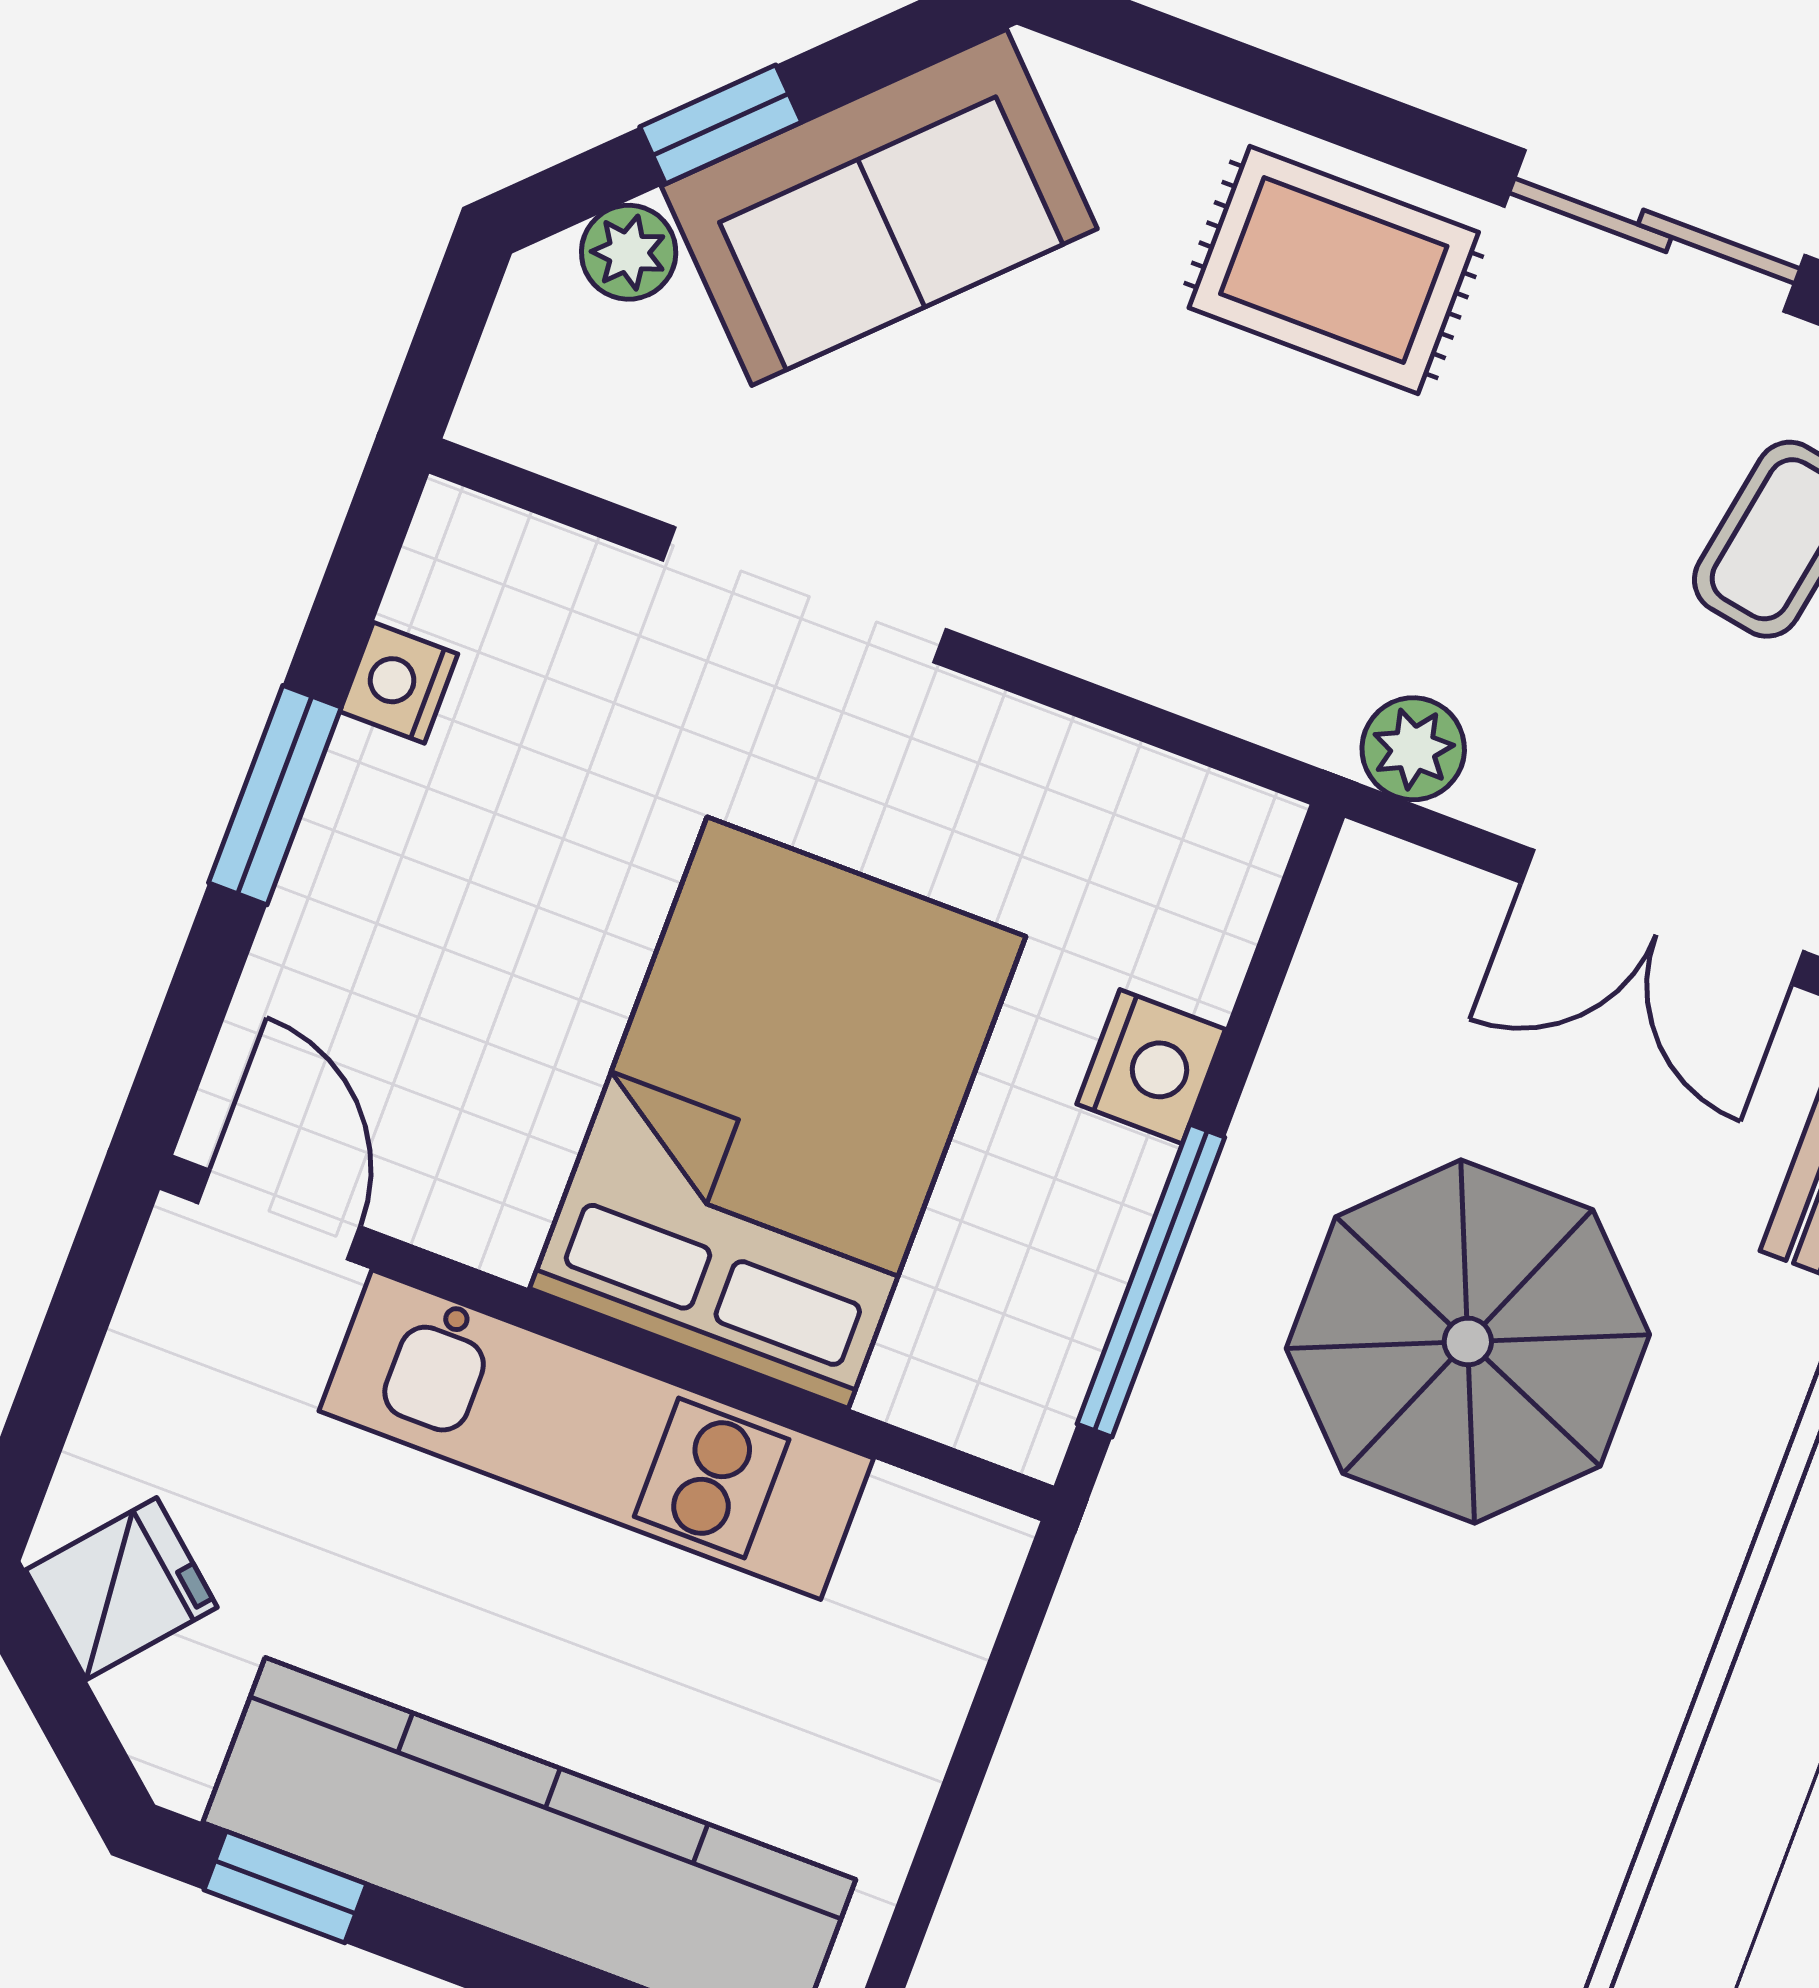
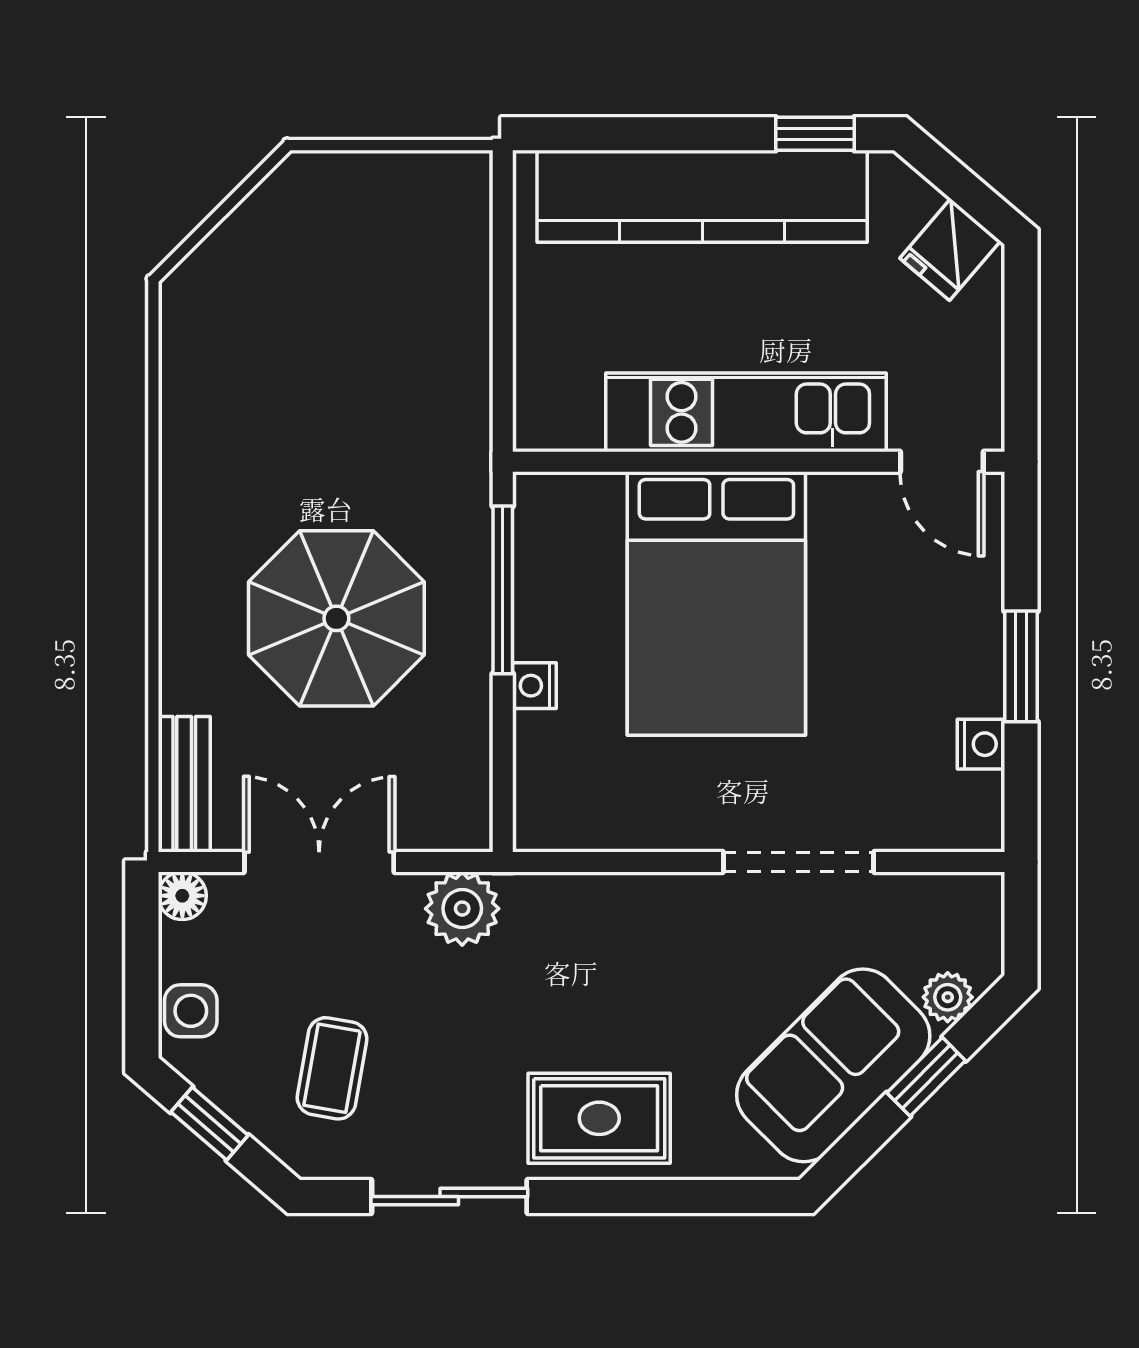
plant: (1413, 749) -> (462, 909), width x1.38, depth x1.38
nightstand: (1151, 1067) -> (534, 686), width x0.72, depth x0.74

